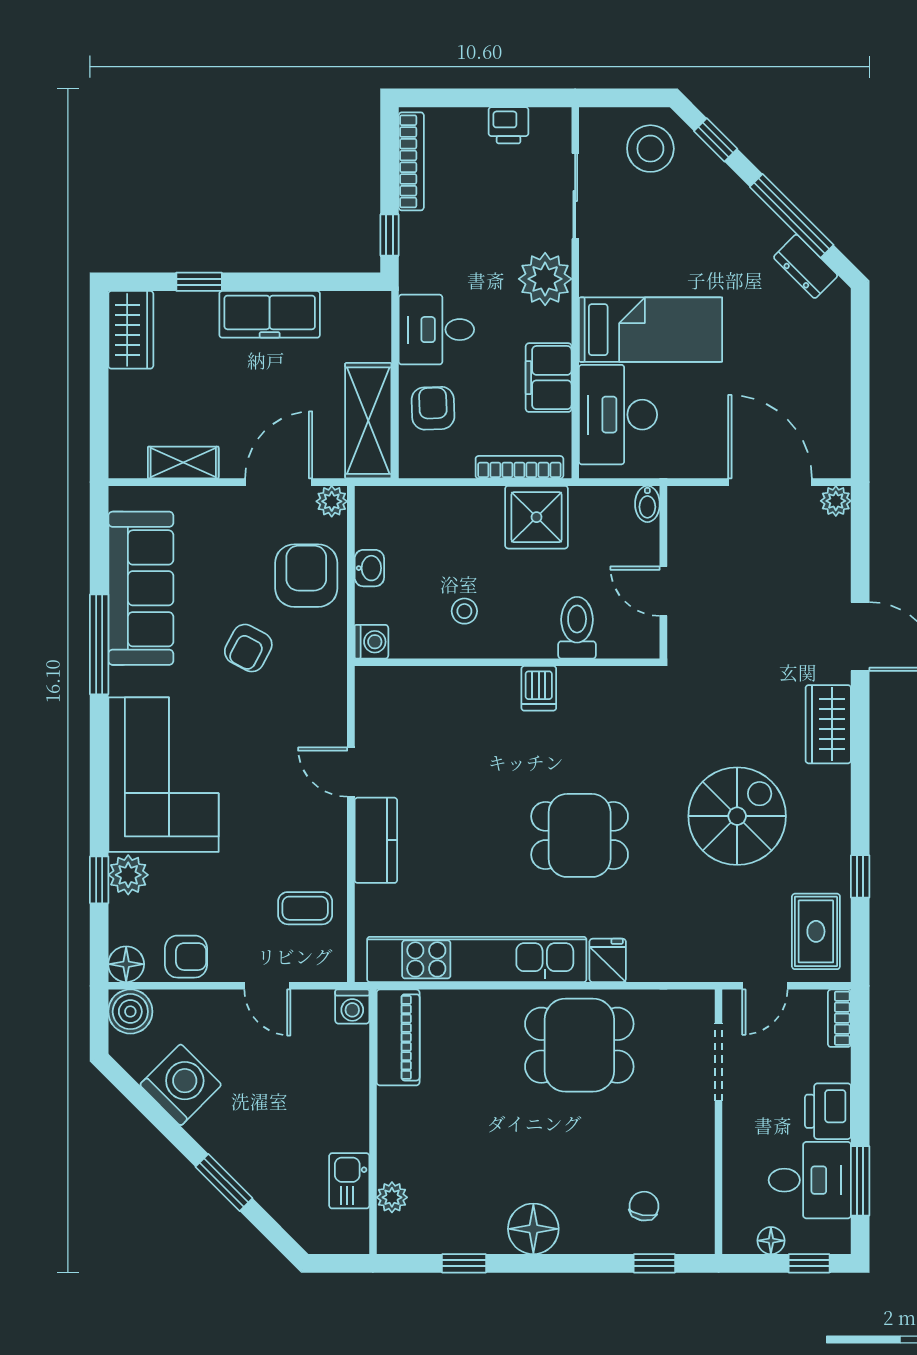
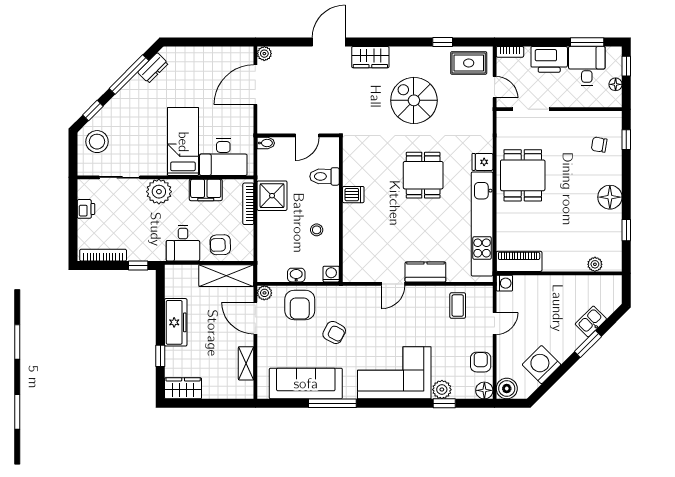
armchair: (306, 576) -> (300, 305), turned -90
printer: (828, 1111) -> (549, 59), width x1.37, depth x1.19
kitchen sink: (349, 1181) -> (591, 321), moved, turned 135

